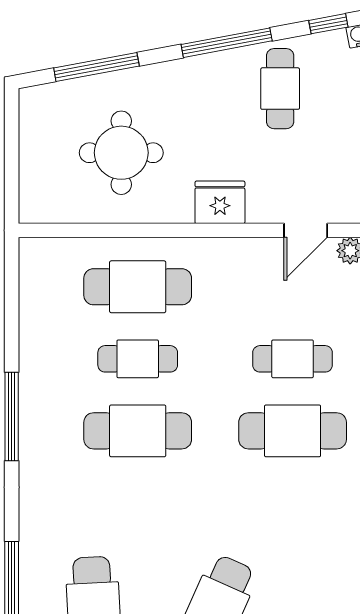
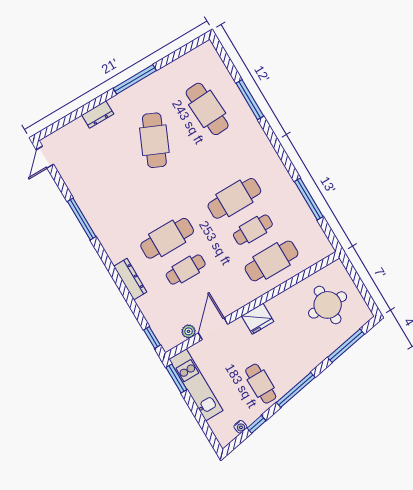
round table: (121, 153) -> (328, 305), moved
door: (306, 230) -> (213, 329), width x1.38
window: (12, 416) -> (309, 199), moved

